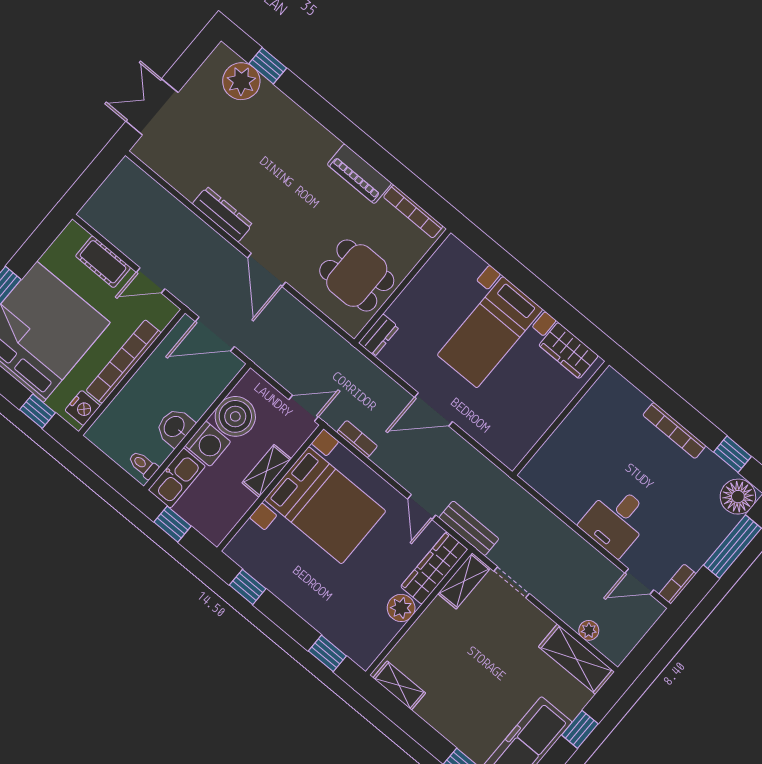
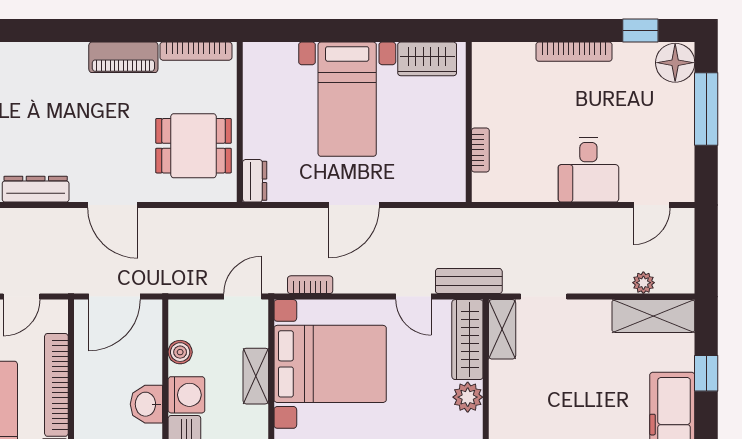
boiler: (235, 416) -> (180, 352), width x0.54, depth x0.54
bookcase: (677, 584) -> (480, 150), moved, turned 180

